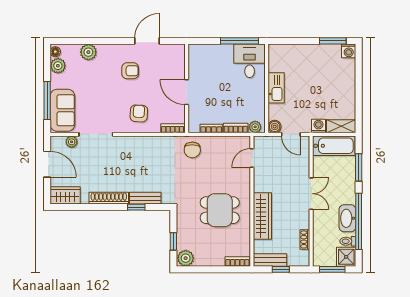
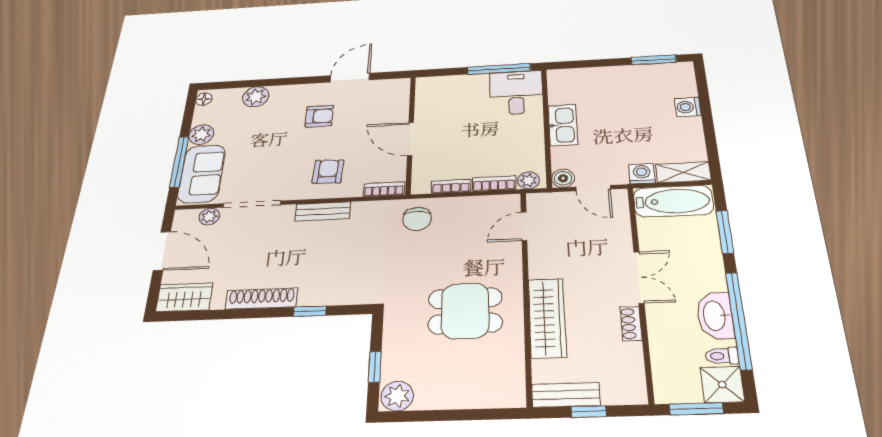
washing machine: (349, 51) -> (688, 107), moved, turned 90
plant: (58, 66) -> (201, 135), moved
bench: (145, 198) -> (323, 211), moved
shoe rack: (305, 239) -> (631, 324), moved
bookcase: (237, 261) -> (500, 399), removed

